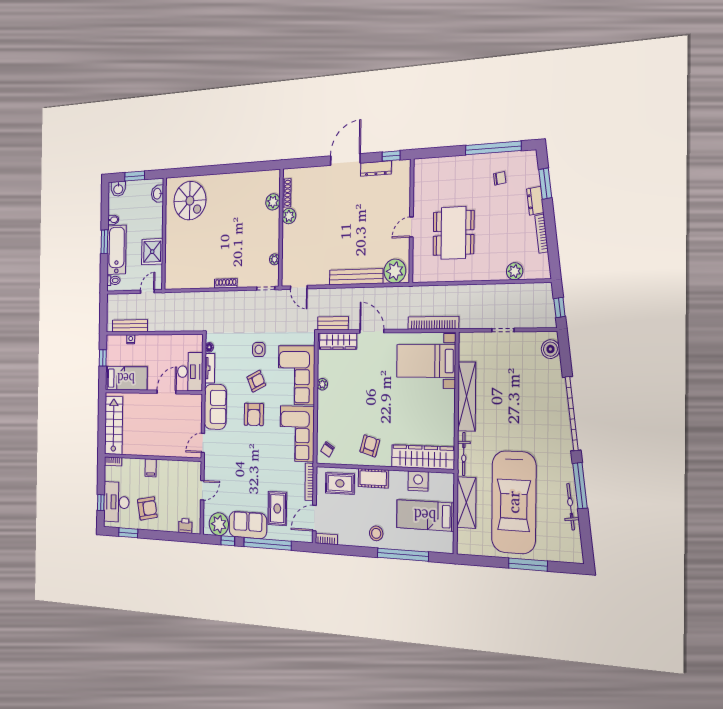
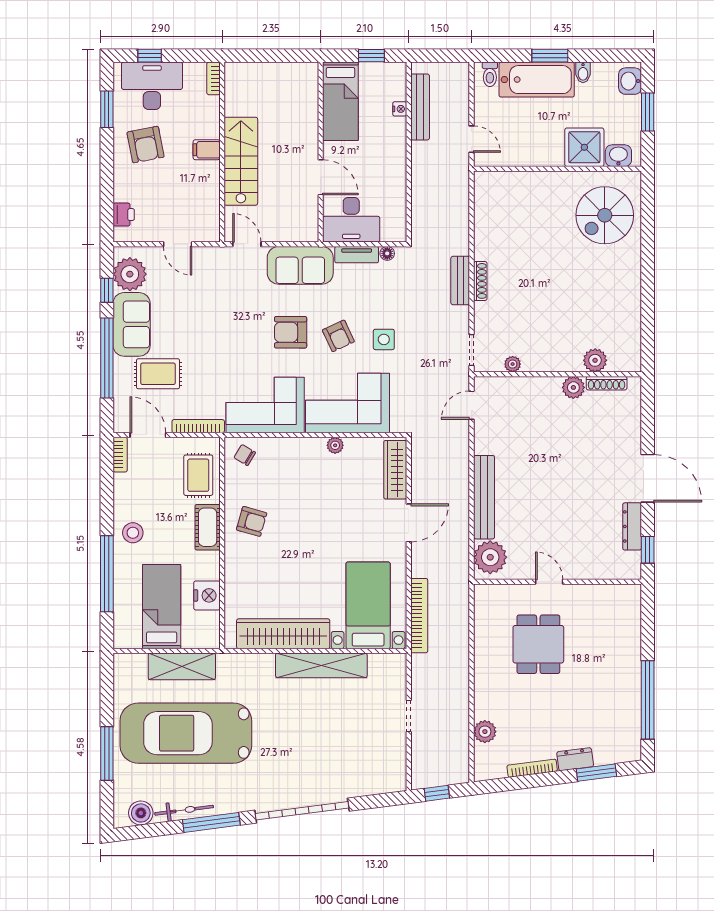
chair: (500, 178) -> (607, 710), removed
dining table: (454, 233) -> (538, 644), width x0.73
shower: (152, 252) -> (584, 147), moved
bench: (333, 323) -> (460, 280), moved
boiler: (550, 349) -> (141, 813), moved
stairs: (114, 425) -> (241, 161), moved, turned -90
bicycle: (464, 454) -> (246, 662), removed
wardrobe: (423, 457) -> (283, 634), moved, turned -90

